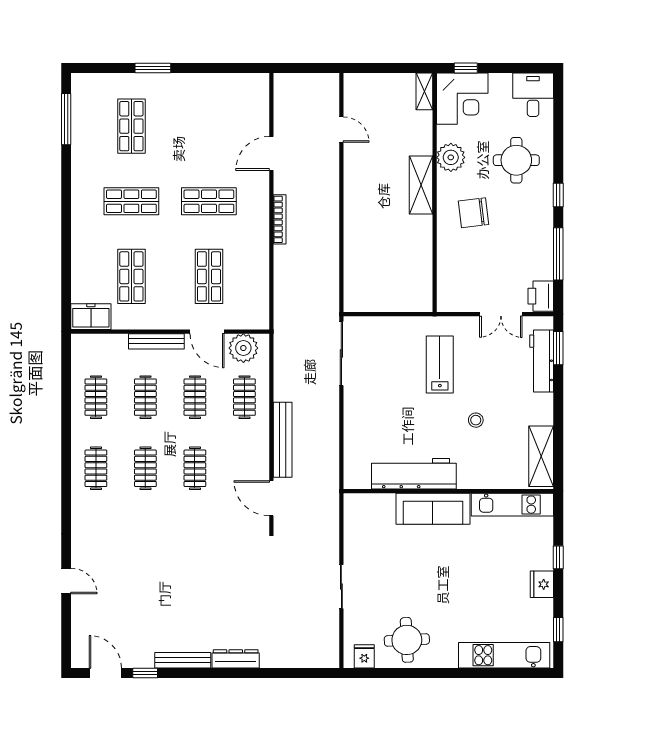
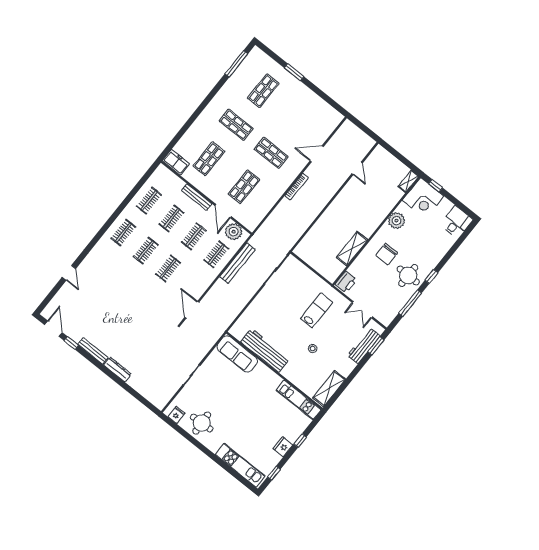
round table: (516, 160) -> (408, 275), moved
shelving: (421, 185) -> (352, 249), moved
chair: (474, 213) -> (387, 254), turned -83
printer: (541, 296) -> (346, 282), moved, turned 180
bench: (283, 440) -> (238, 263), moved
sofa: (433, 509) -> (237, 354), moved

